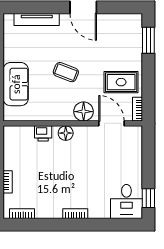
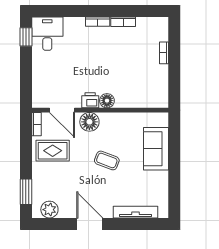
plant: (124, 22) -> (49, 210), added
printer: (43, 133) -> (90, 100), moved
bookcase: (22, 214) -> (123, 22), moved

